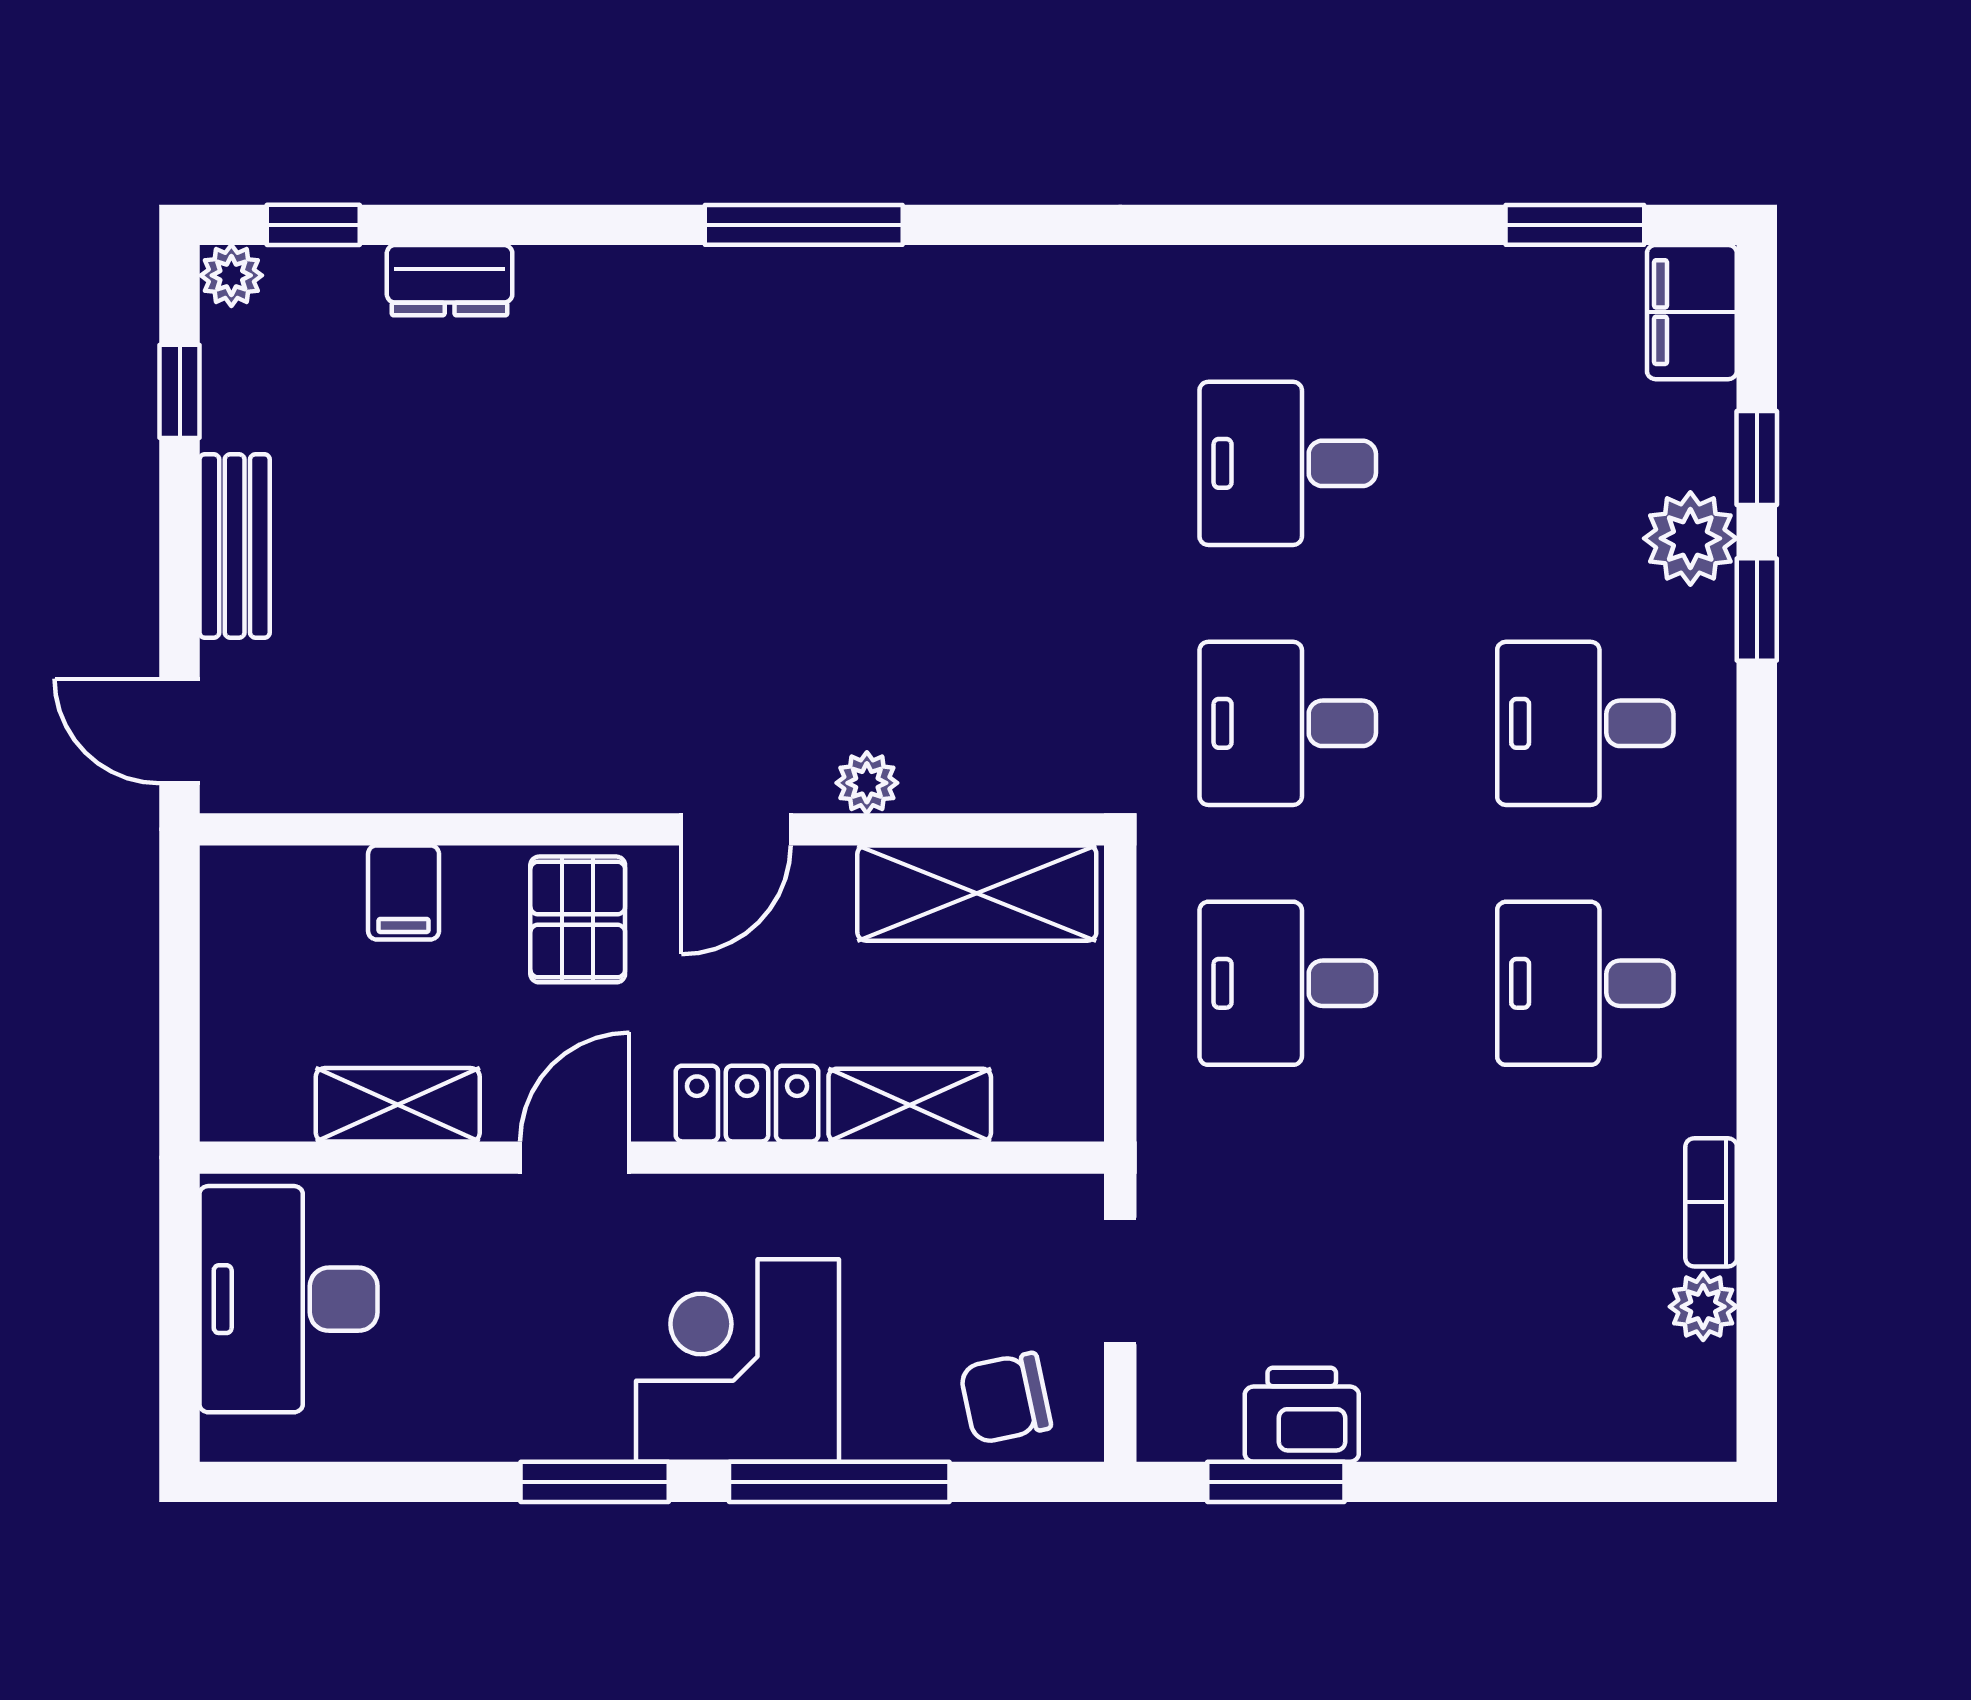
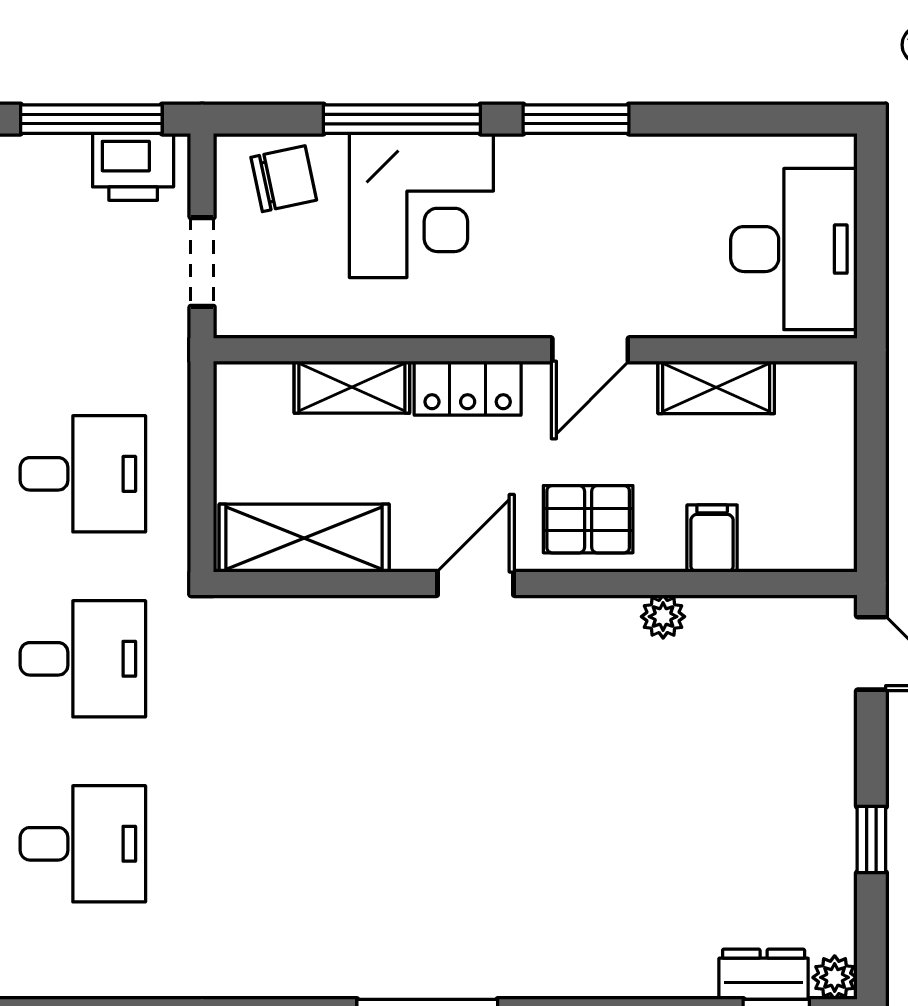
dresser: (450, 280) -> (764, 974), moved
window: (180, 391) -> (871, 840), moved
bench: (235, 546) -> (832, 785), removed
plant: (867, 783) -> (663, 617), moved
pallet: (578, 919) -> (588, 519), turned 90
corner desk: (737, 1360) -> (421, 205), moved
printer: (1302, 1415) -> (133, 167), moved
window: (1276, 1482) -> (91, 119), width x1.44

